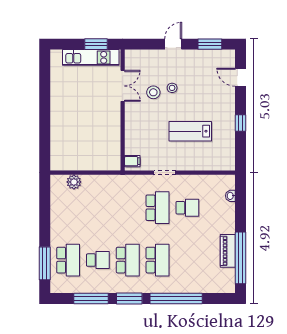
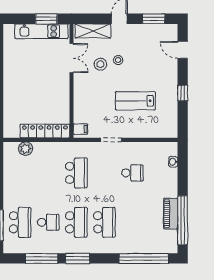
shelving: (145, 57) -> (93, 31), added
locker: (94, 163) -> (45, 131), added
school desk: (158, 208) -> (76, 173), moved
window: (176, 298) -> (144, 258), moved

